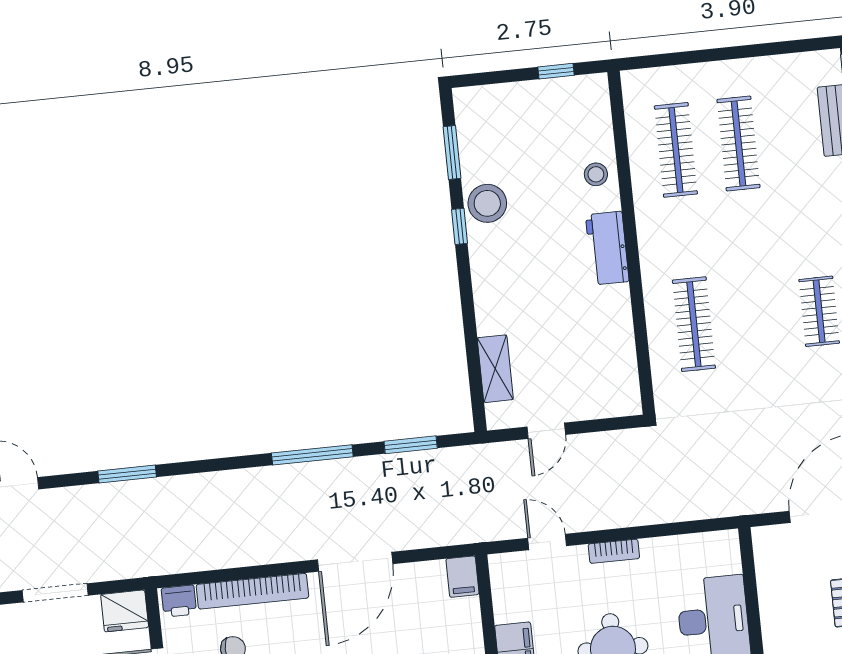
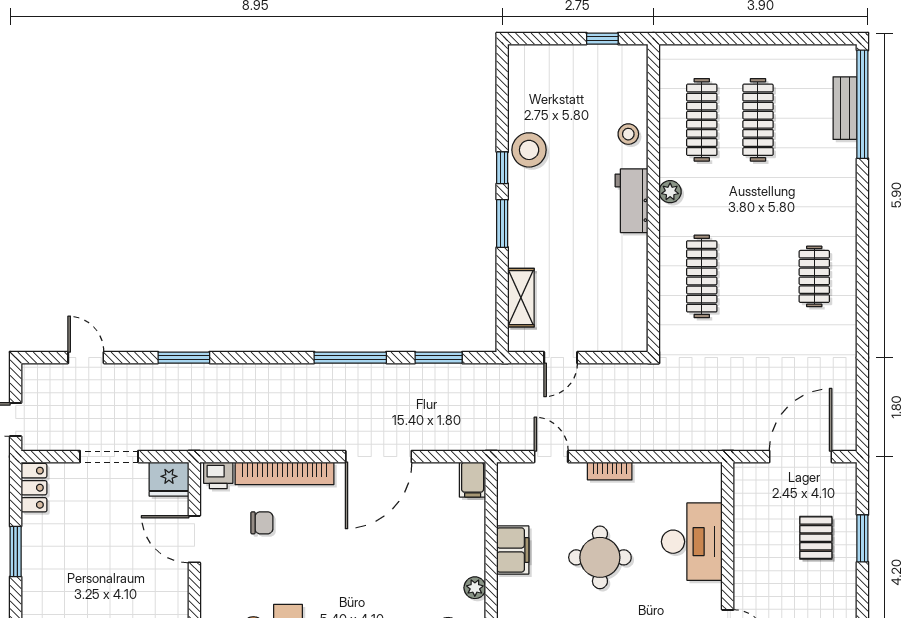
window: (452, 153) -> (502, 223), moved
plant: (649, 234) -> (670, 192), added

